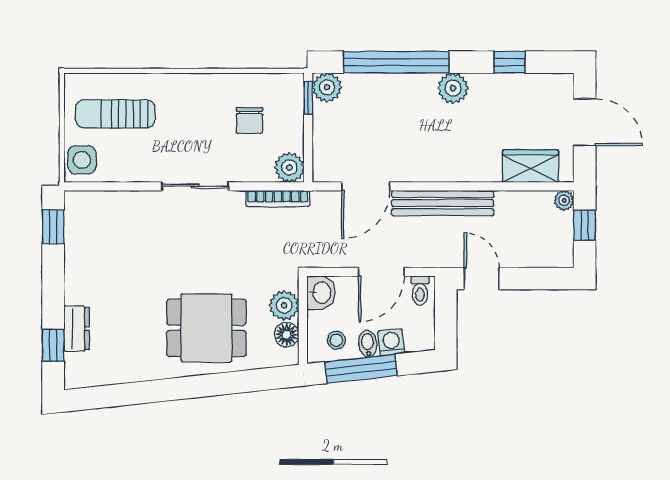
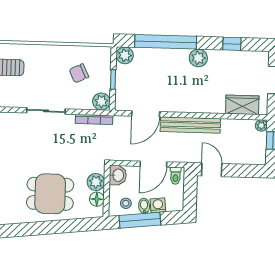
window: (308, 98) -> (113, 79), moved
chair: (249, 120) -> (79, 73), turned 65

